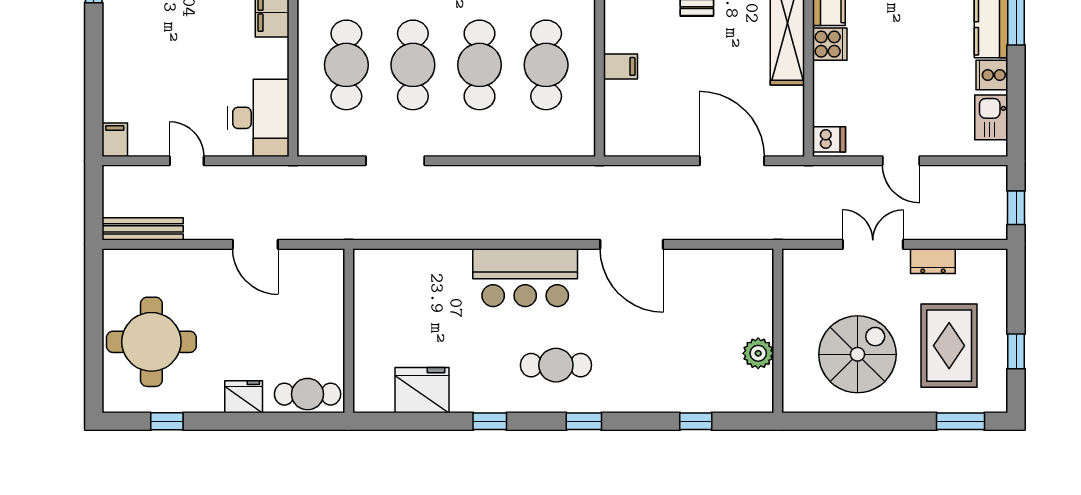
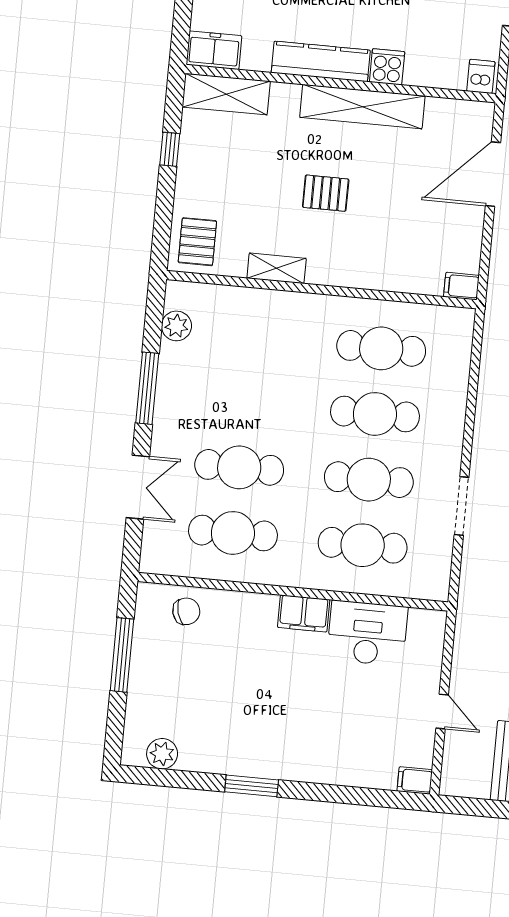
filing cabinet: (621, 66) -> (461, 286), moved, turned -90
desk: (258, 118) -> (367, 633), moved
door: (187, 161) -> (442, 711), swing flipped

